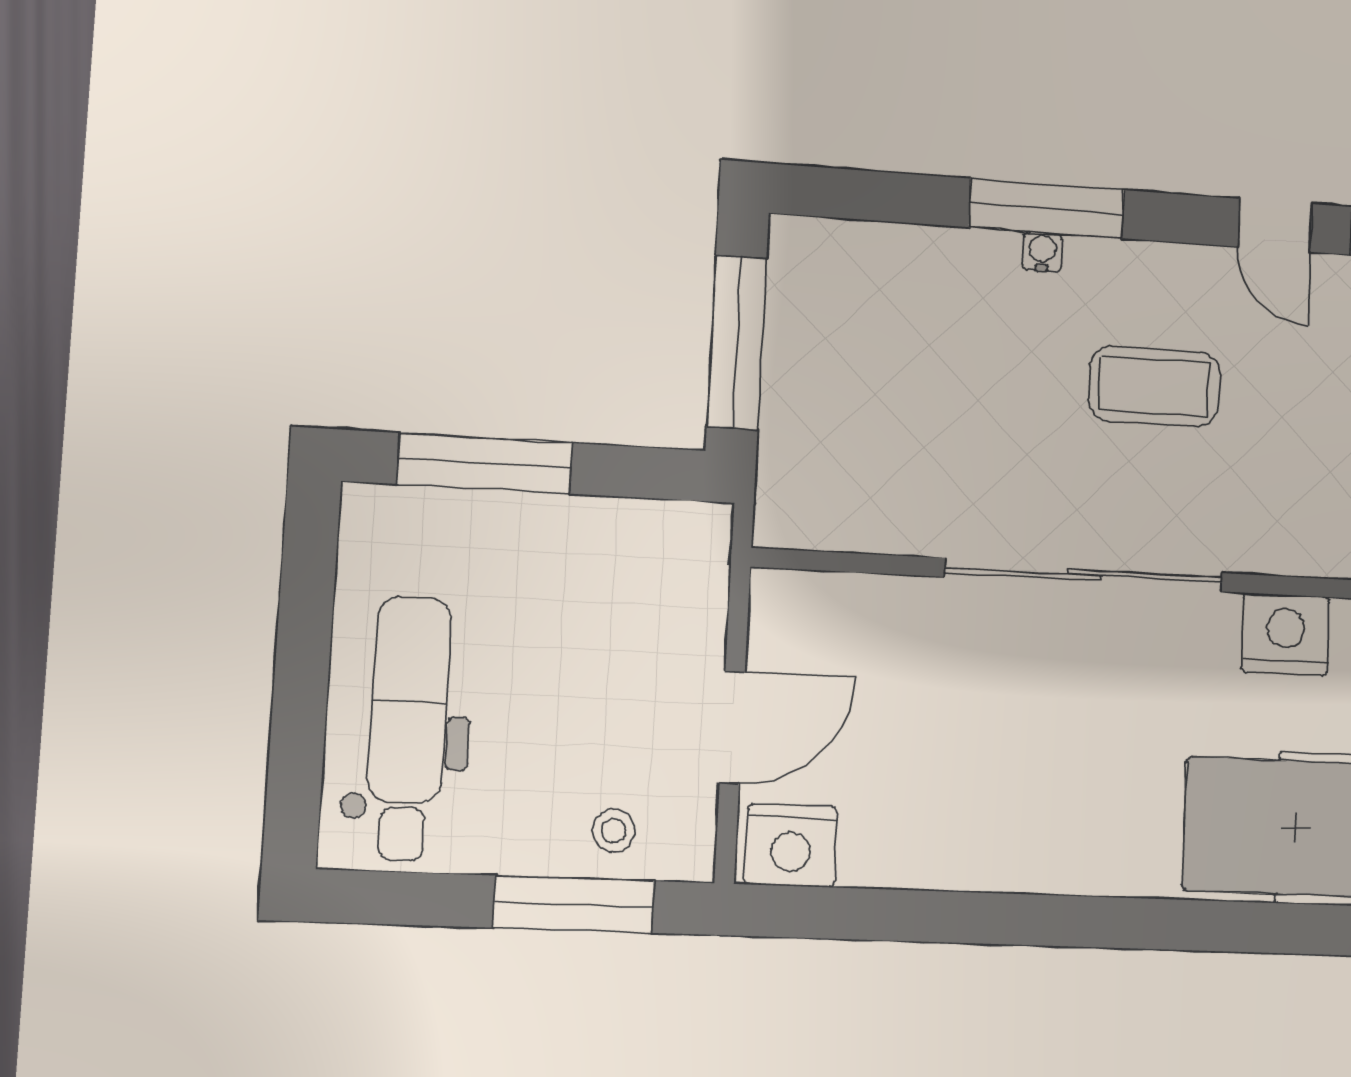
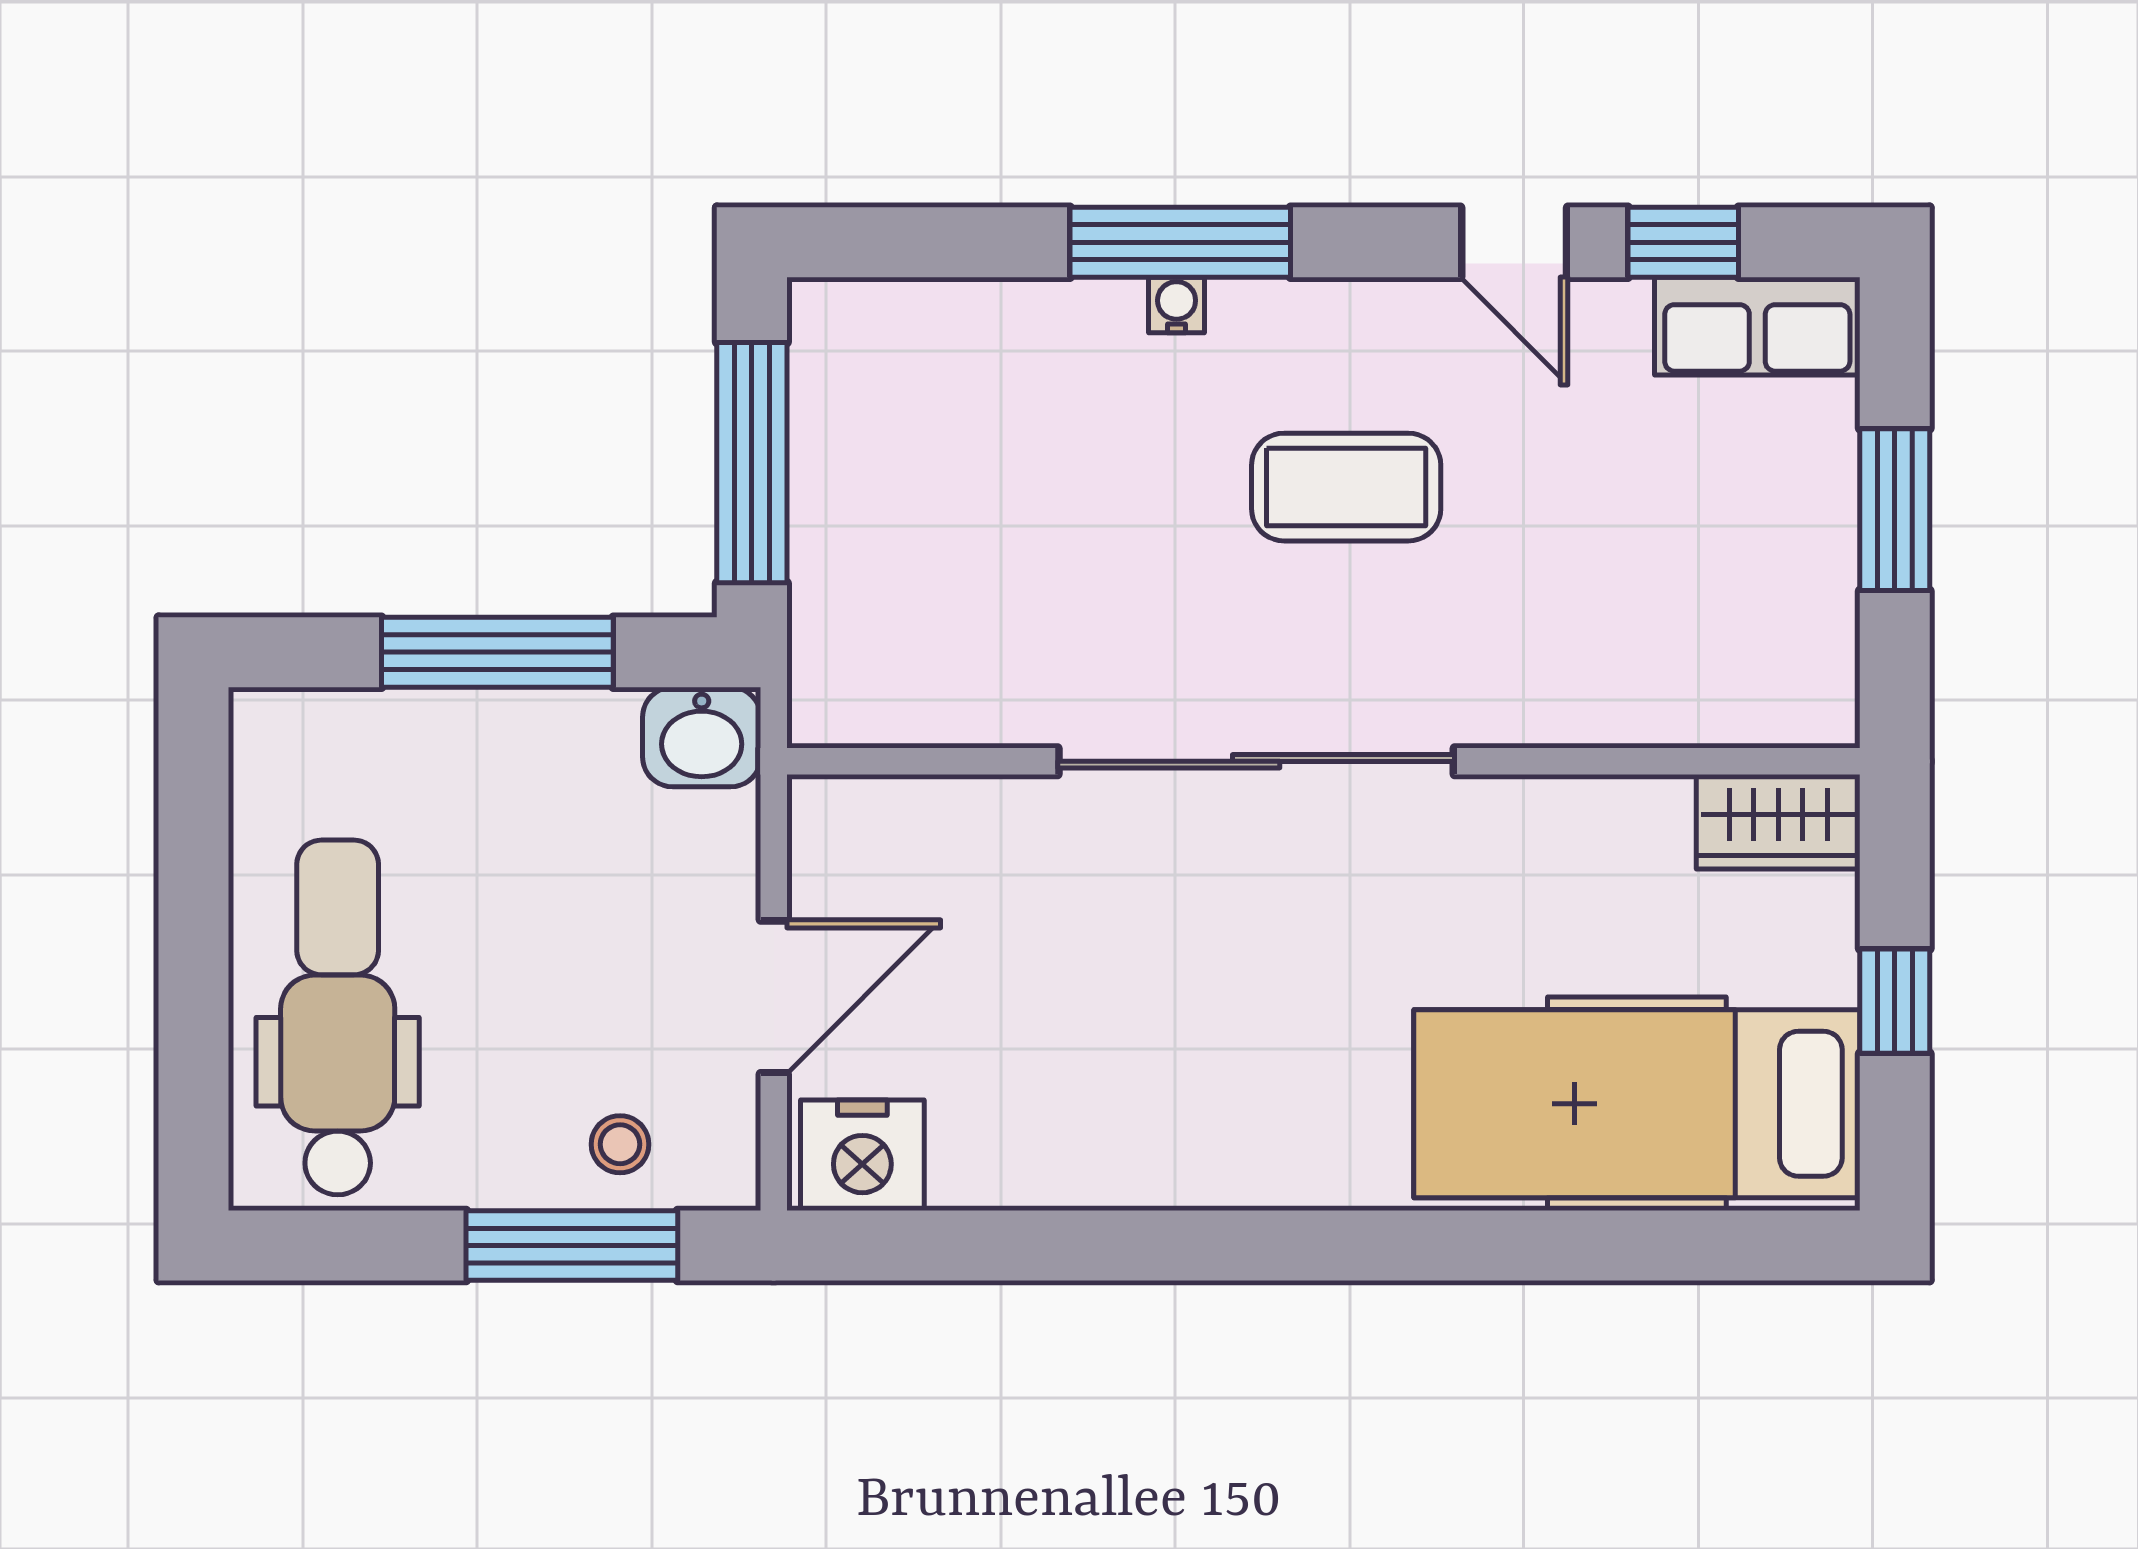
window: (485, 463) -> (497, 652), moved
washbasin: (690, 536) -> (702, 737), added
nightstand: (1285, 635) -> (1551, 831), removed

